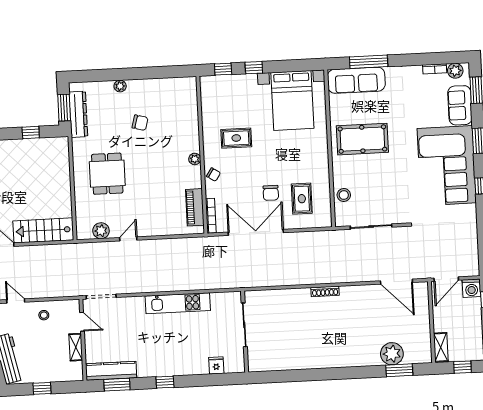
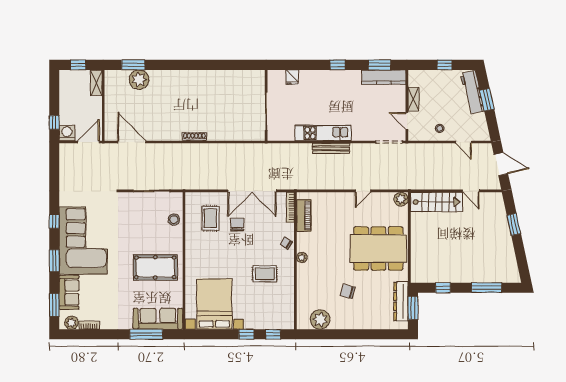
plant: (120, 86) -> (320, 320), moved, width x1.88, depth x1.88
dining table: (107, 174) -> (378, 248), width x1.88, depth x1.24
plant: (101, 231) -> (401, 199), moved
bench: (168, 286) -> (331, 148), added

